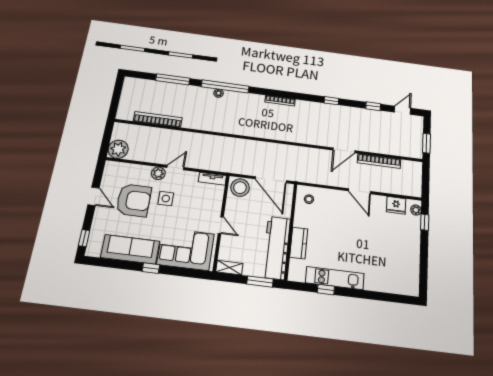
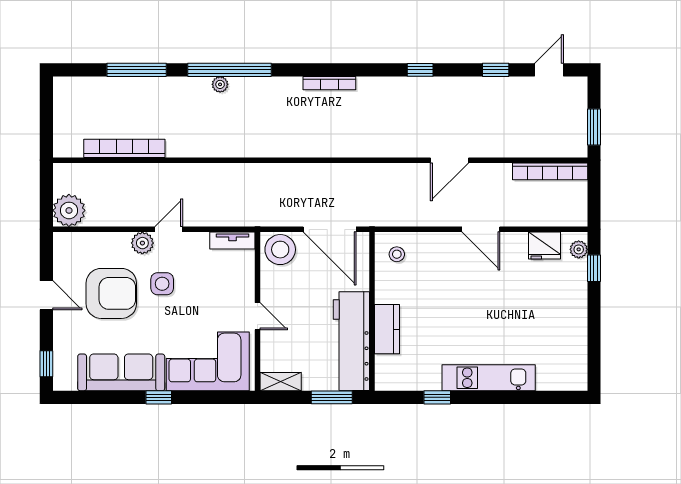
bookcase: (379, 161) -> (550, 171), moved
kitchen unit: (335, 278) -> (489, 378), moved

